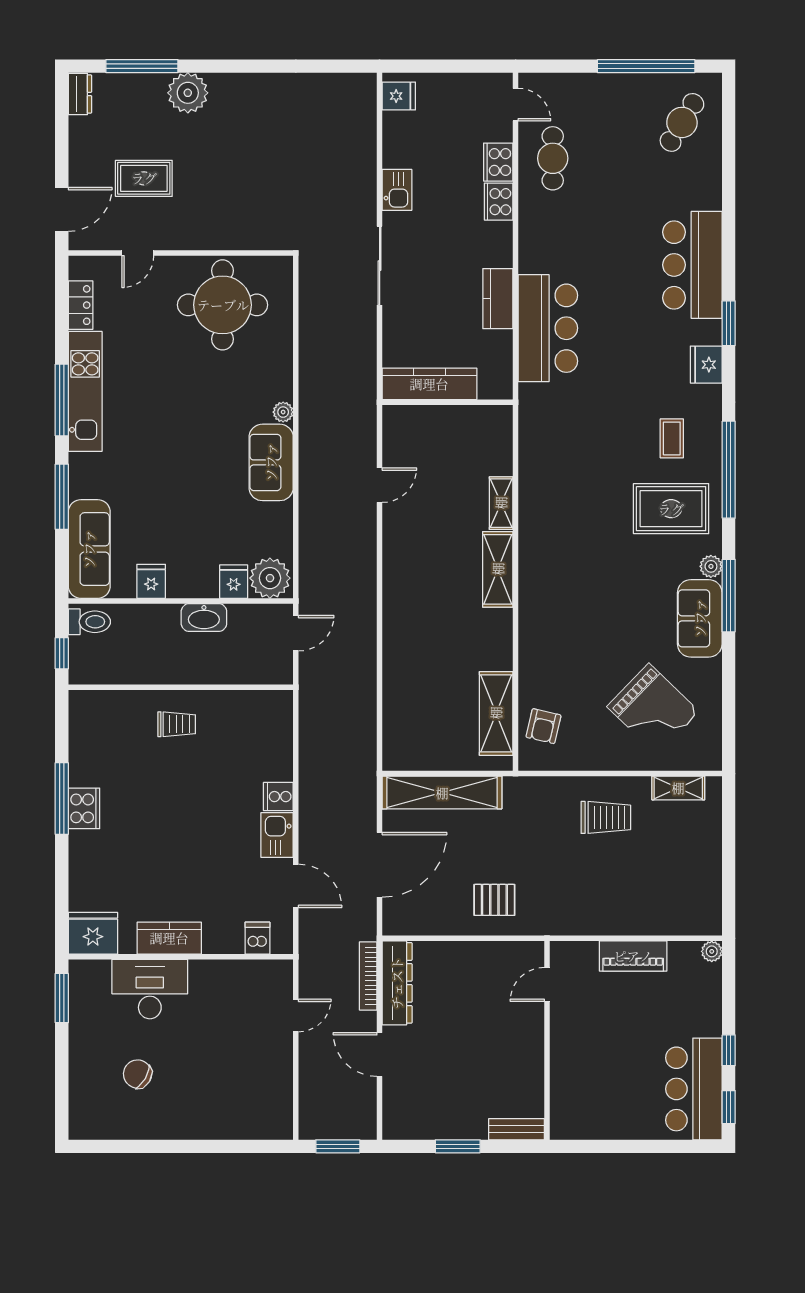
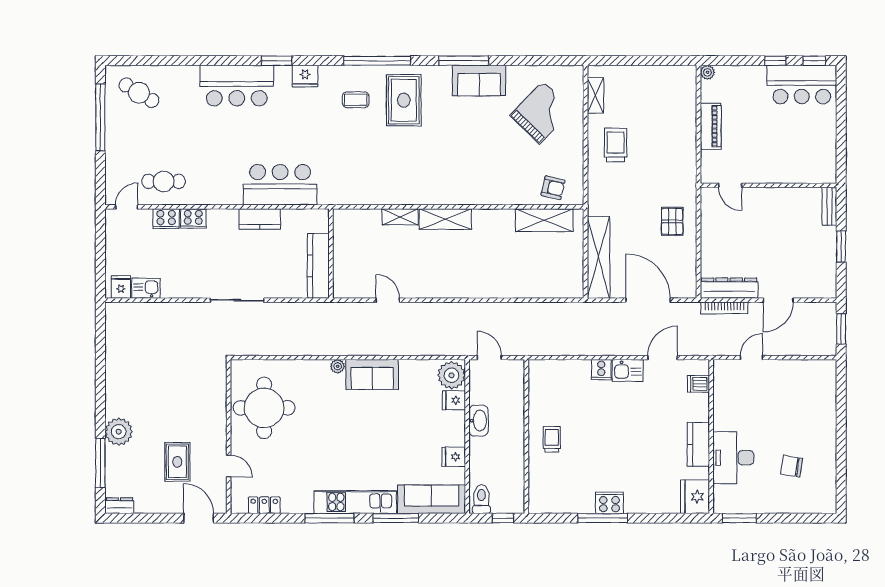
kitchen sink: (397, 190) -> (146, 288), moved
kitchen unit: (85, 391) -> (355, 502), moved
plant: (711, 566) -> (443, 73), removed
door: (296, 1015) -> (751, 358), hinge flipped
chair: (138, 1074) -> (792, 466), turned 69

